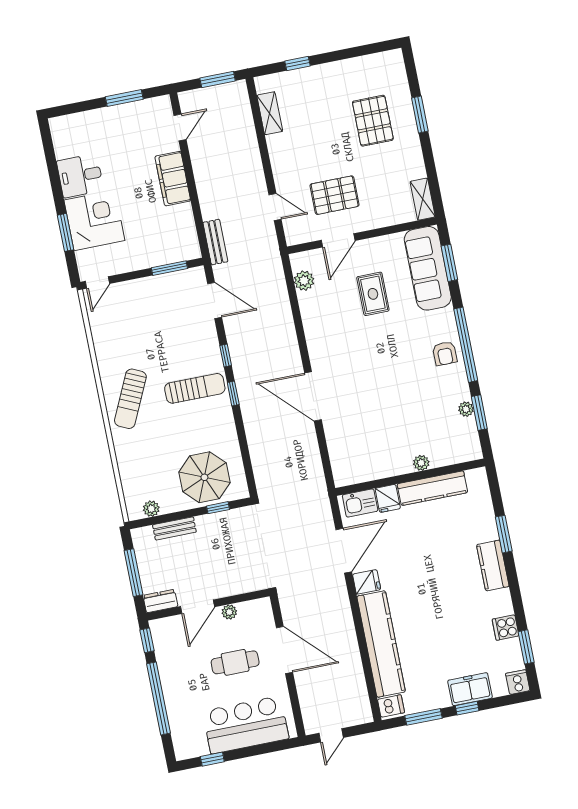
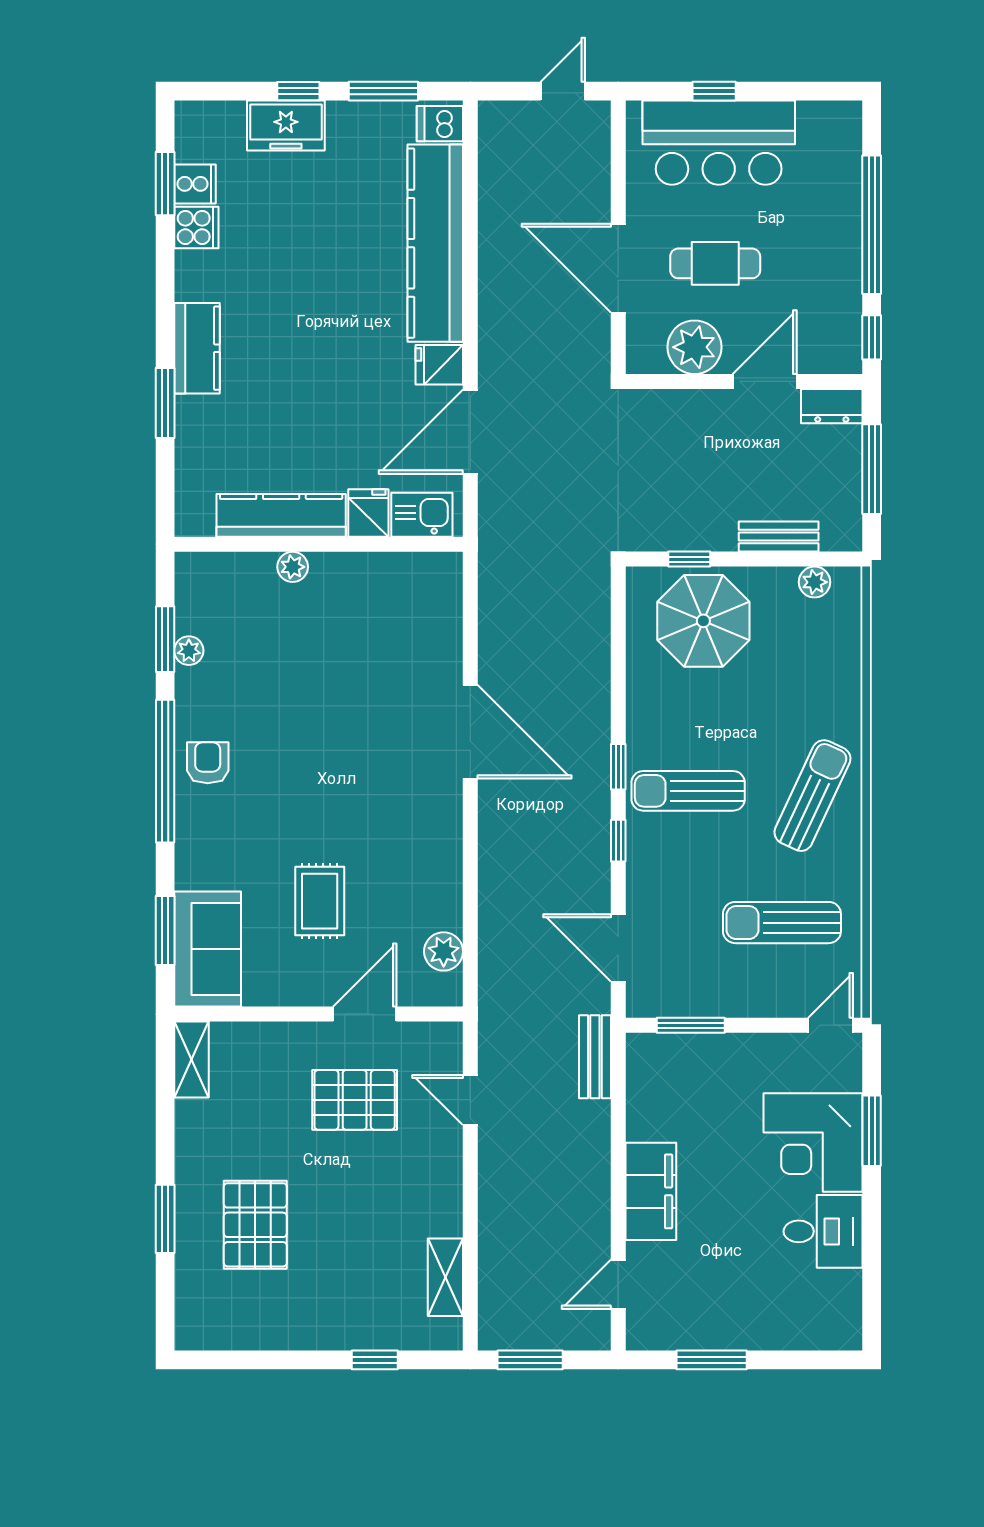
sofa: (428, 268) -> (208, 949), width x0.73
sun lounger: (133, 330) -> (782, 923), added
plant: (229, 612) -> (695, 347), width x1.87, depth x1.87
cooker: (518, 682) -> (195, 184), moved, turned -90
window: (212, 759) -> (714, 91), moved

